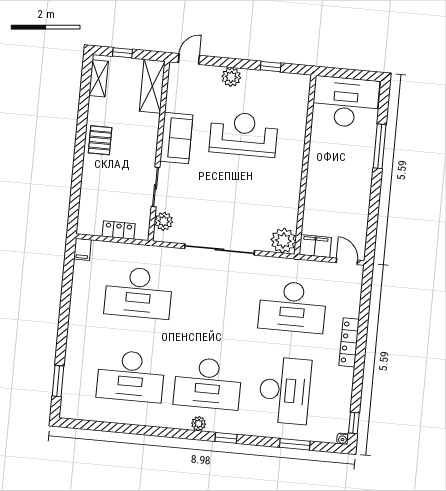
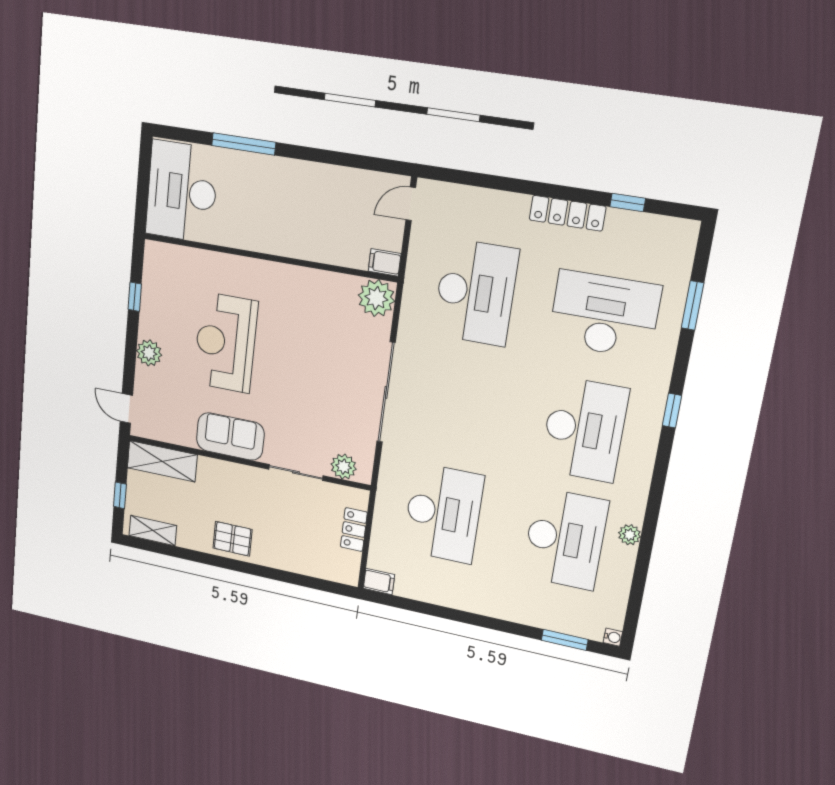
filing cabinet: (315, 246) -> (385, 262), width x0.50
locker: (349, 342) -> (567, 213), moved
window: (354, 423) -> (628, 203), moved
plant: (199, 424) -> (630, 535), moved
water cooler: (343, 439) -> (613, 637), moved

